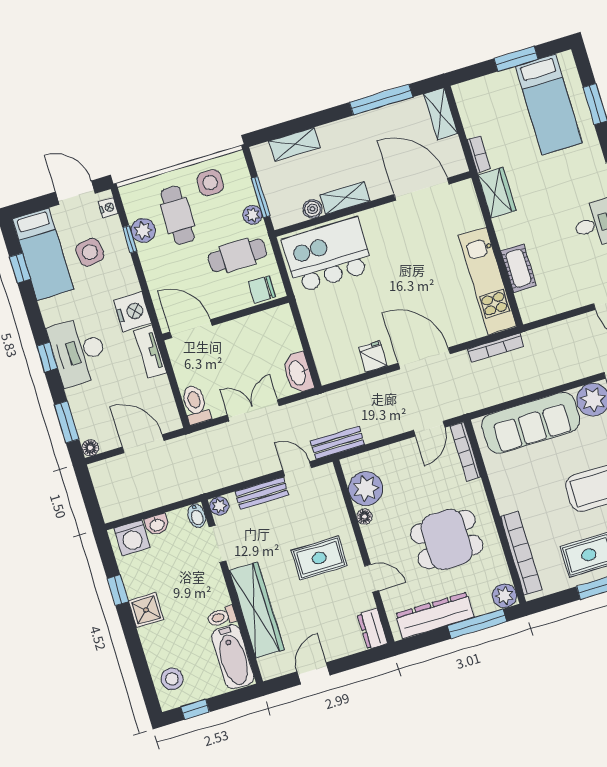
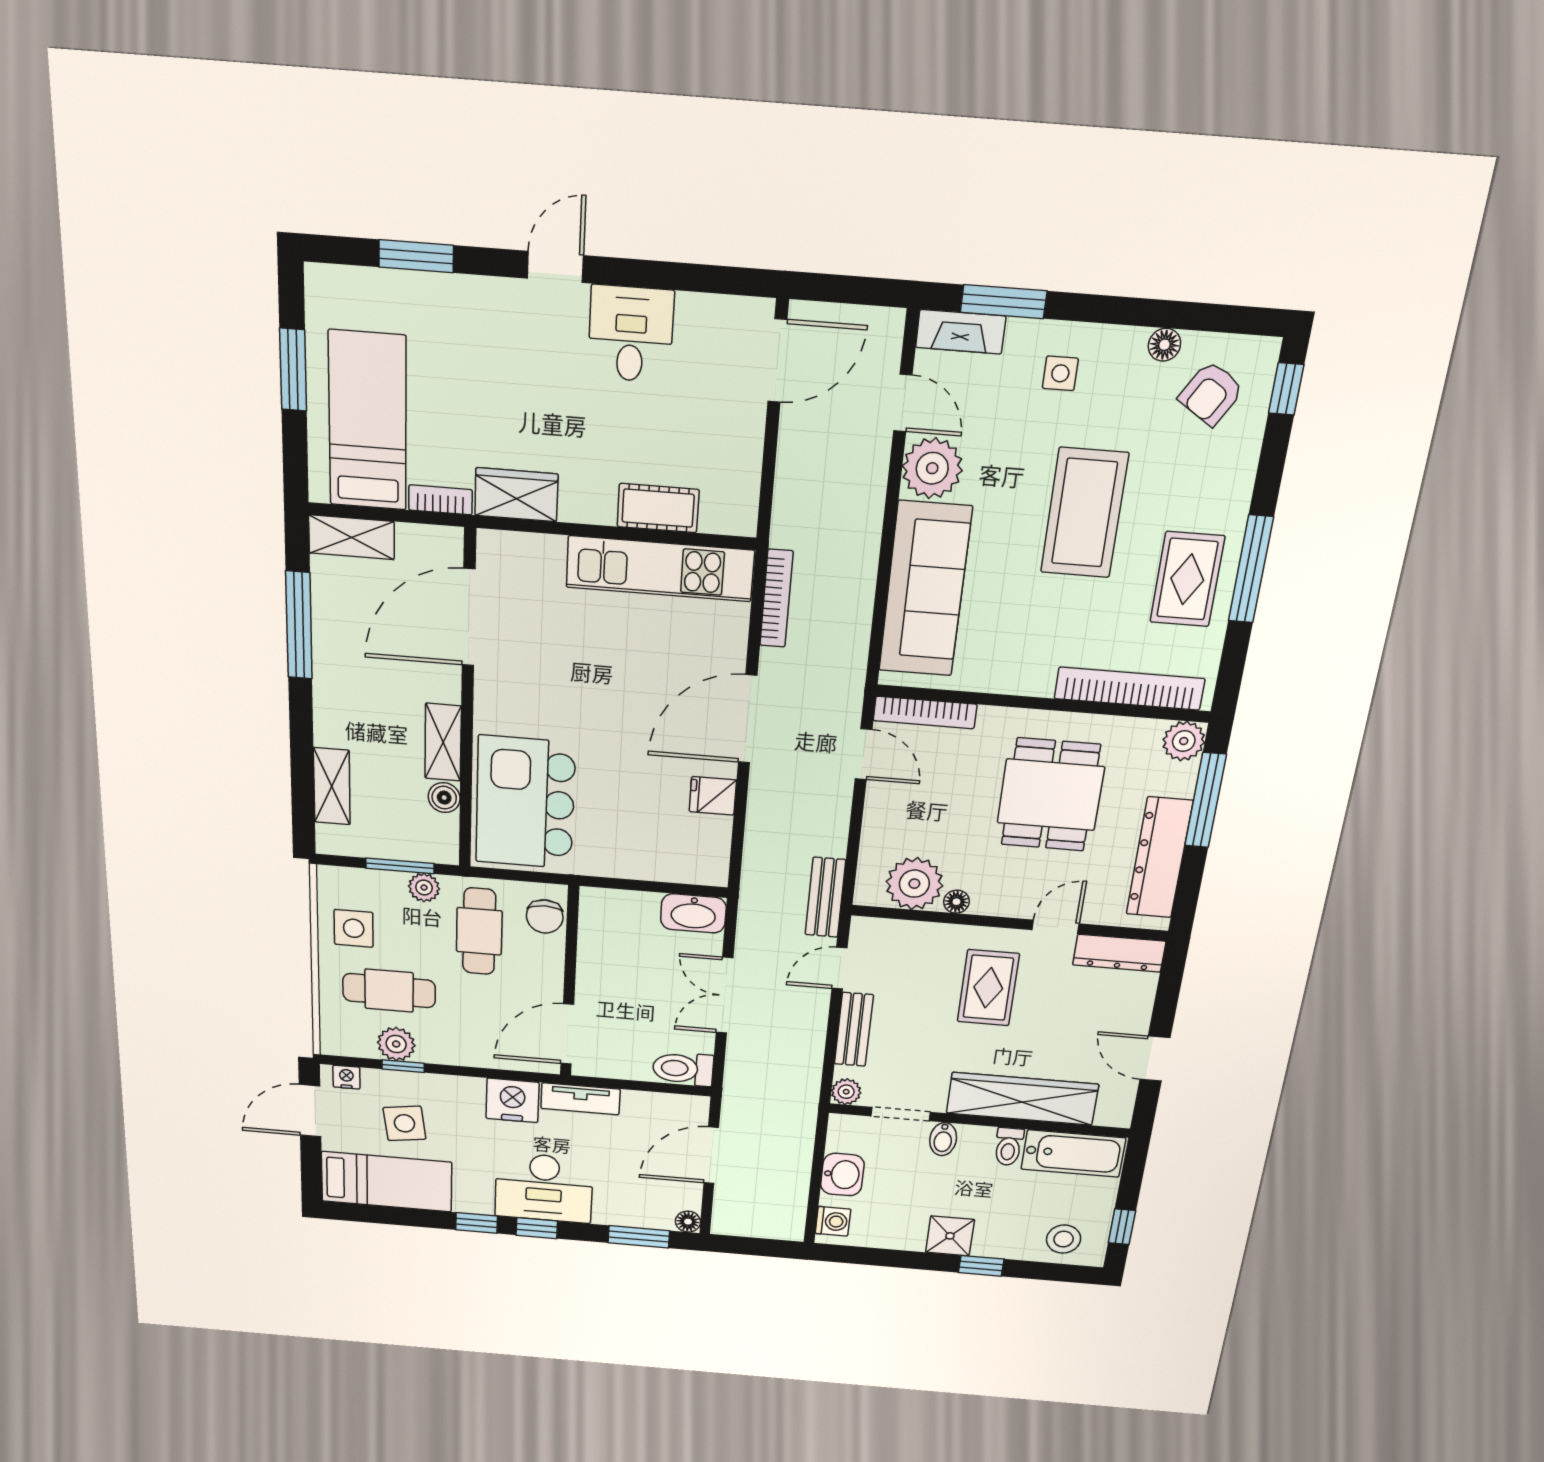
bed: (549, 105) -> (368, 421), moved, turned -90
window: (20, 268) -> (477, 1223), moved
bidet: (197, 516) -> (943, 1139), moved, turned 90
washbasin: (157, 525) -> (842, 1175), width x1.38, depth x1.45
washing machine: (132, 538) -> (833, 1221), width x0.73, depth x0.73
window: (118, 590) -> (981, 1266), moved
dresser: (372, 629) -> (1119, 953), width x1.44

